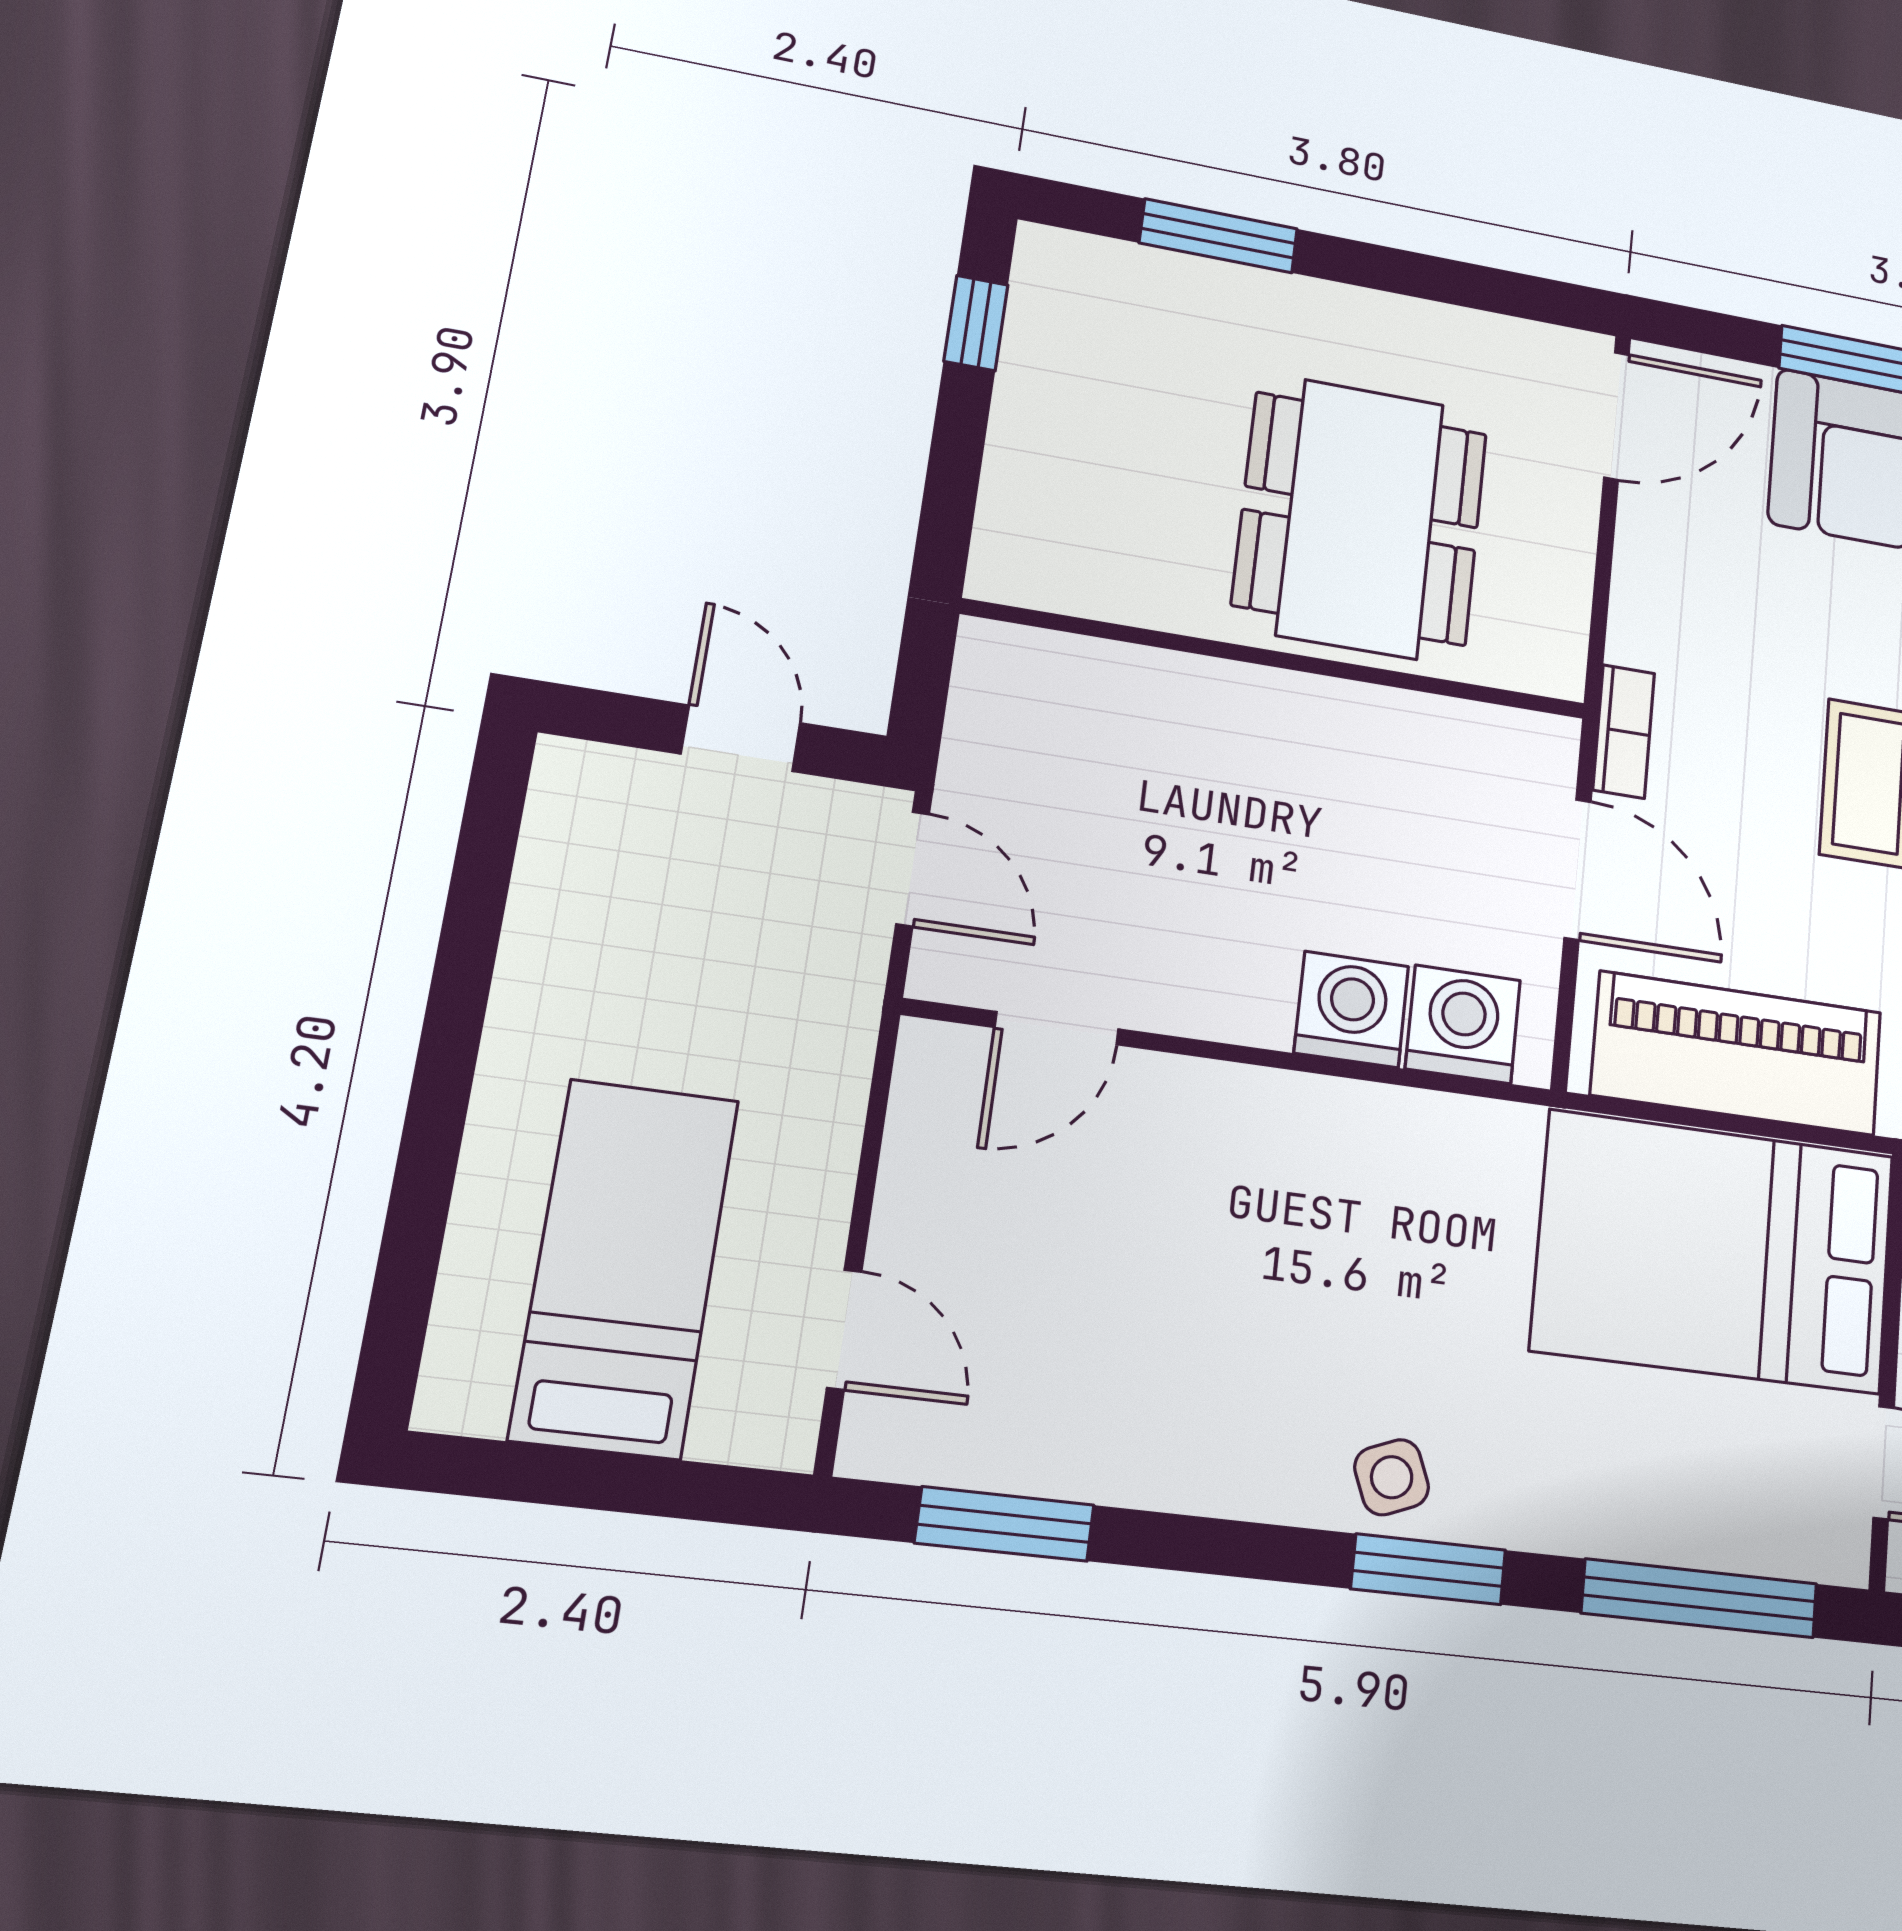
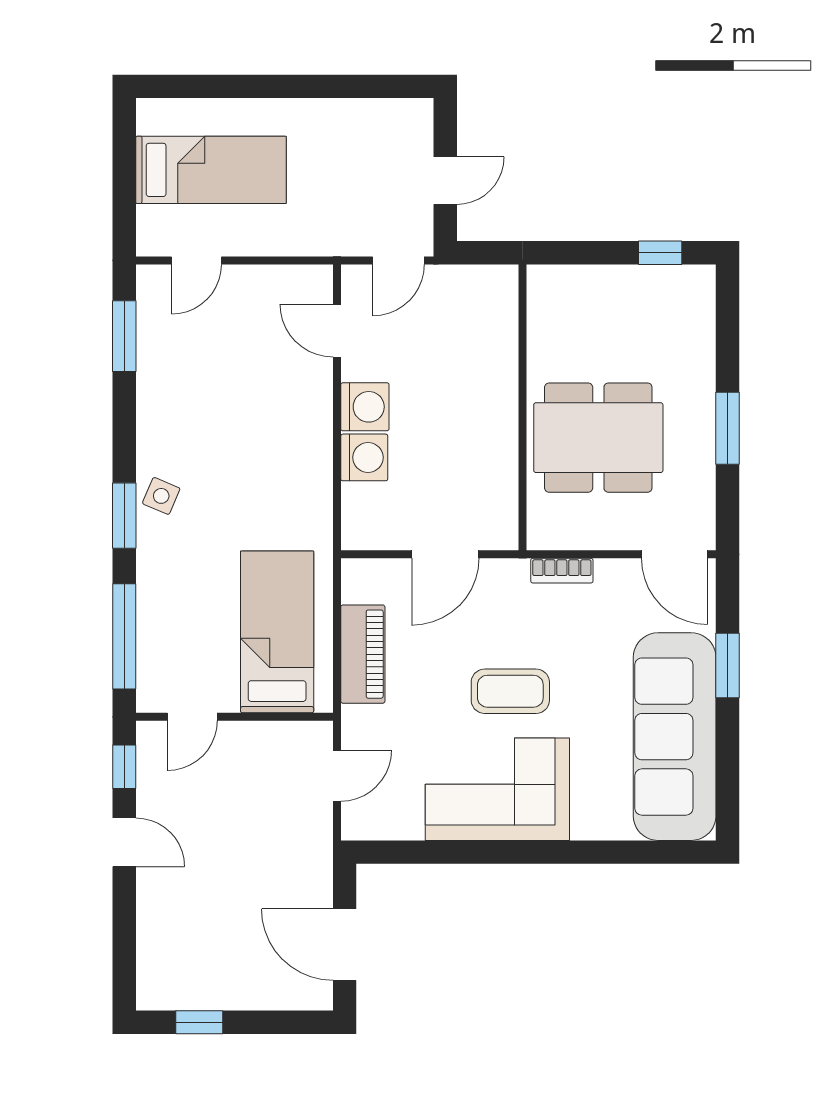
window: (1219, 236) -> (727, 428), moved
bookcase: (1624, 731) -> (562, 571), moved
washing machine: (1463, 1024) -> (365, 407), moved
piano: (1737, 1053) -> (363, 654), width x0.73, depth x0.75
bed: (1715, 1252) -> (277, 632), width x0.67
side table: (1392, 1477) -> (161, 496), turned 45

